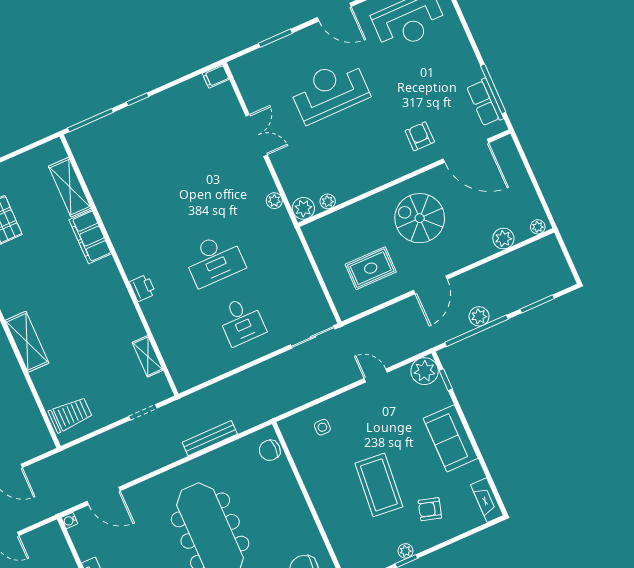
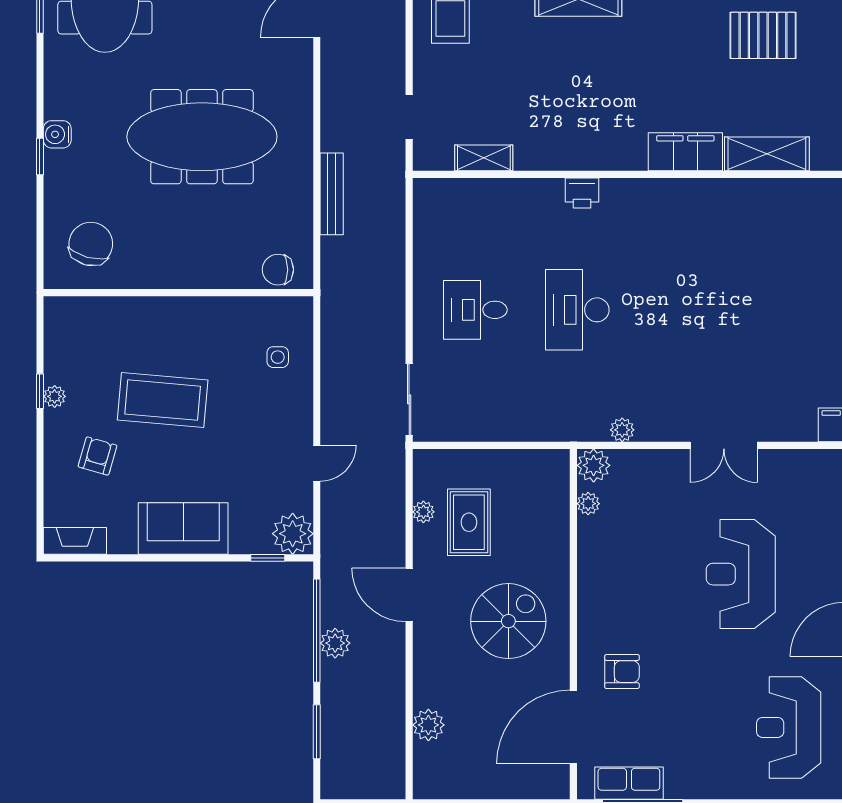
reception desk: (329, 91) -> (741, 574), turned 180
plant: (538, 227) -> (423, 512), moved
chair: (270, 450) -> (278, 270), turned -90

